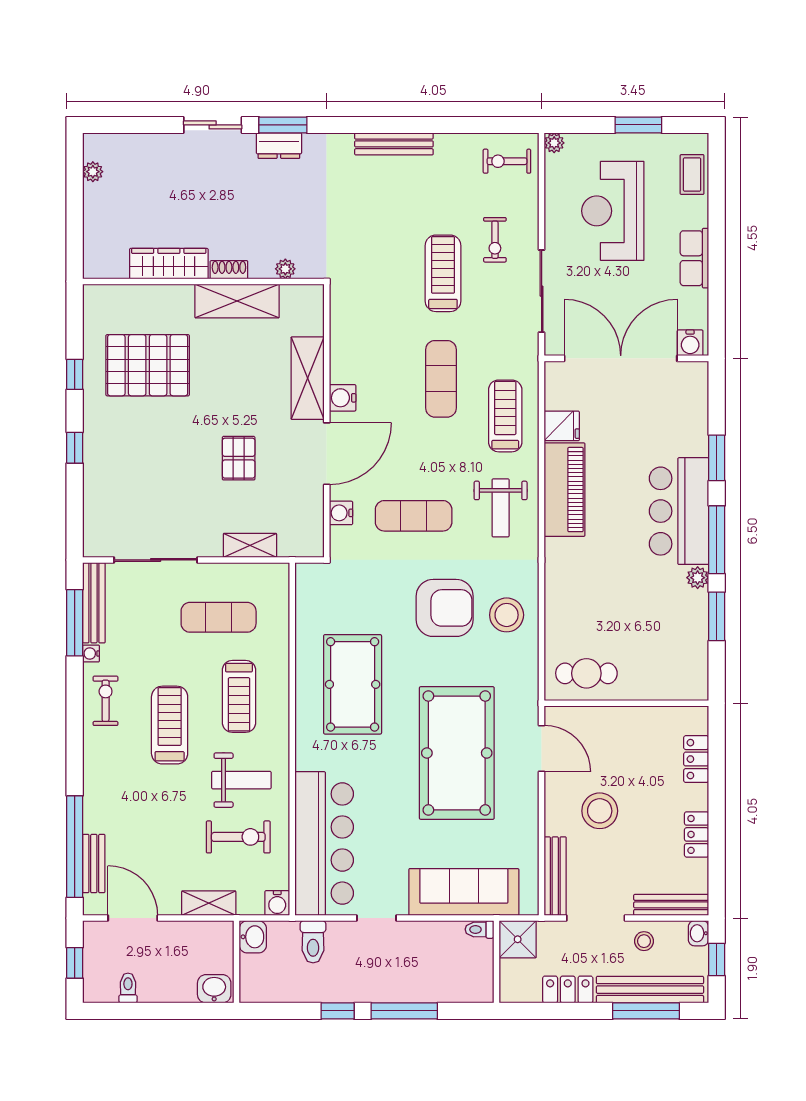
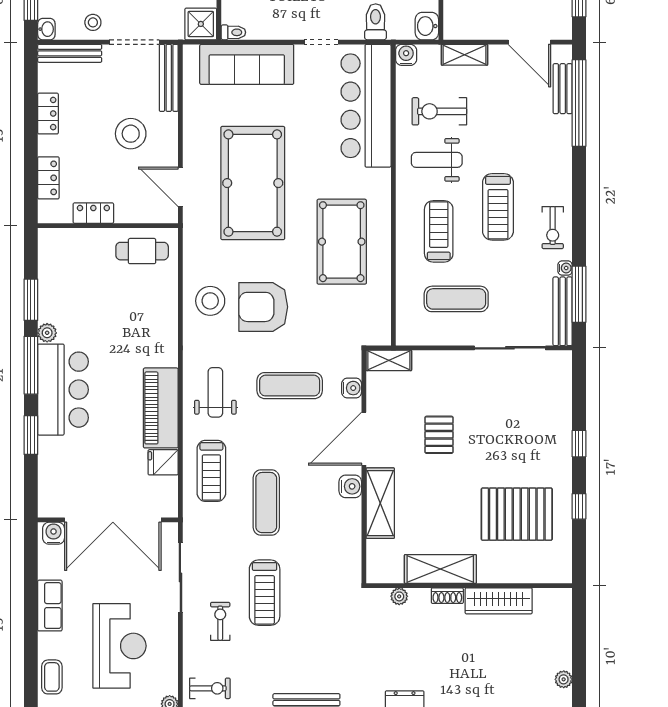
shelving: (250, 545) -> (389, 360), moved
locker: (643, 718) -> (93, 213), added

